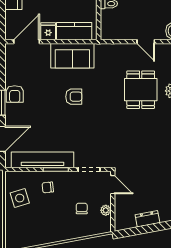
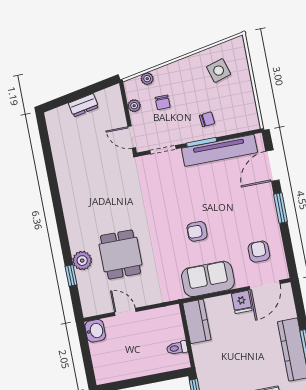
kitchen counter: (74, 31) -> (197, 321), moved, turned -90
armchair: (15, 94) -> (259, 252), moved
side table: (20, 198) -> (219, 71), moved
plant: (91, 230) -> (147, 79), added

